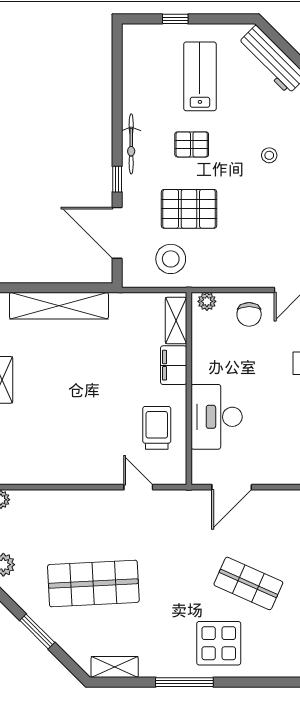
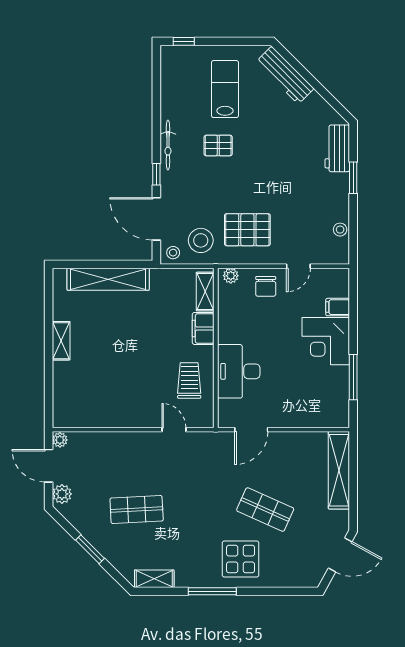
window: (175, 19) -> (184, 41), moved
stool: (269, 155) -> (173, 253), moved
pallet: (189, 209) -> (247, 230), moved
shop shelf: (93, 583) -> (137, 510), width x0.70, depth x0.74

